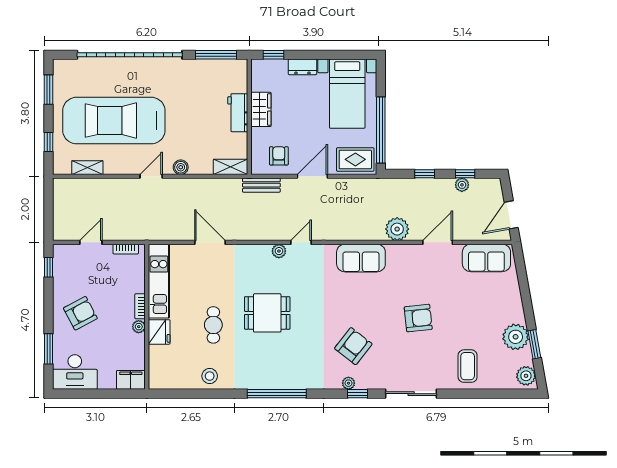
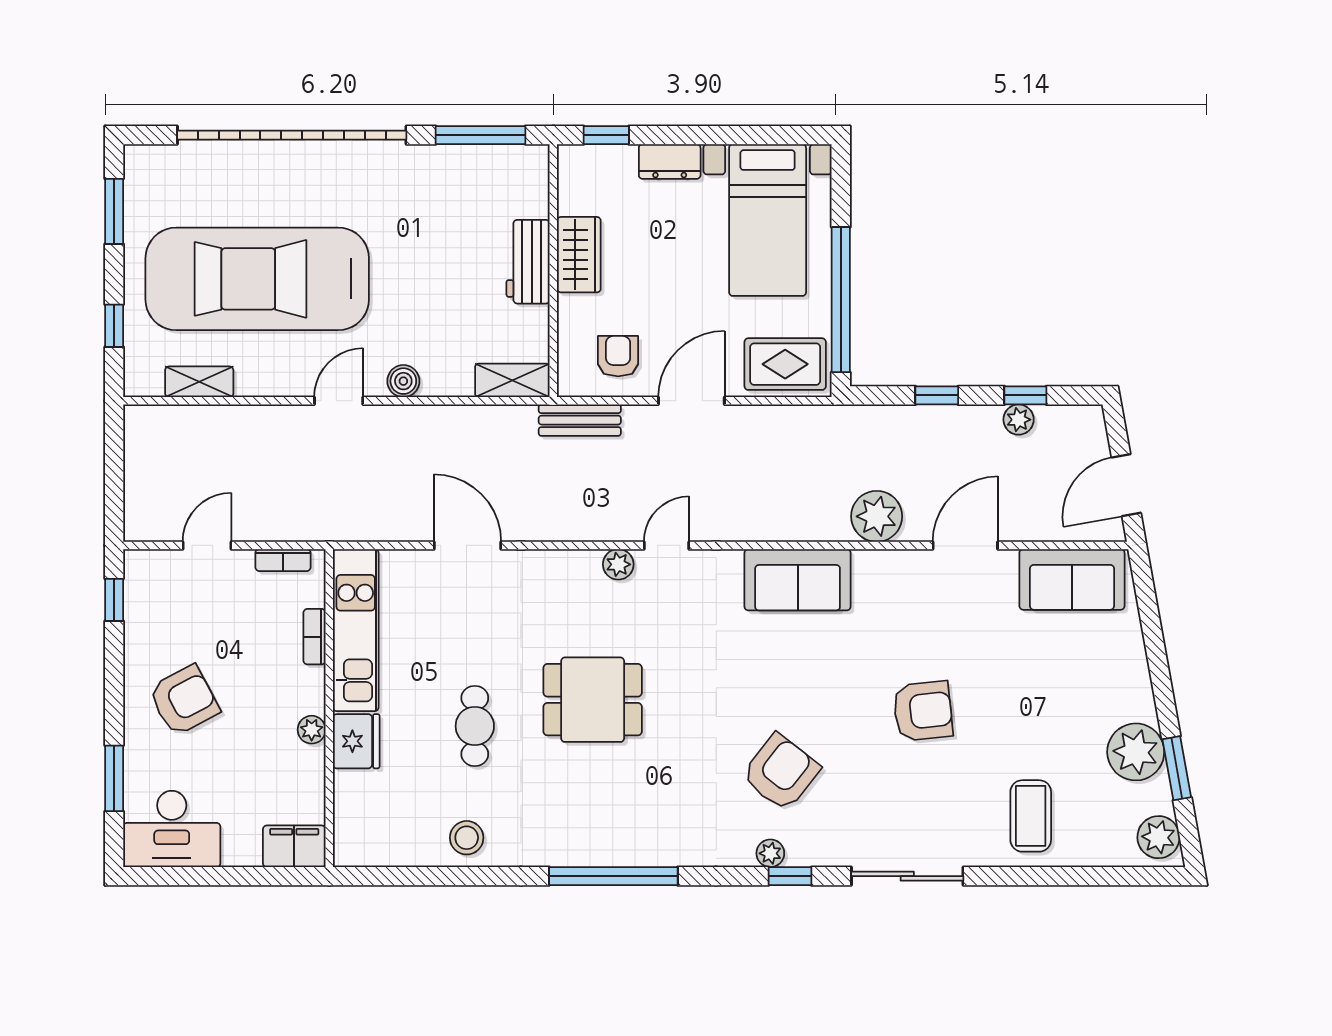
bookcase: (140, 306) -> (314, 637), moved

